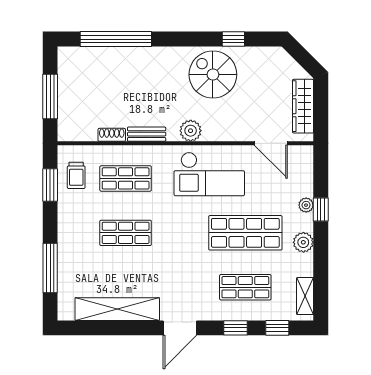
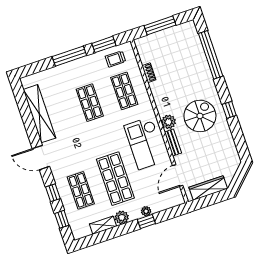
window: (233, 39) -> (229, 110), moved
spiral stairs: (213, 75) -> (200, 116), moved
bench: (147, 134) -> (173, 142), moved
window: (50, 268) -> (69, 56), moved
shelving: (305, 296) -> (103, 225), moved

